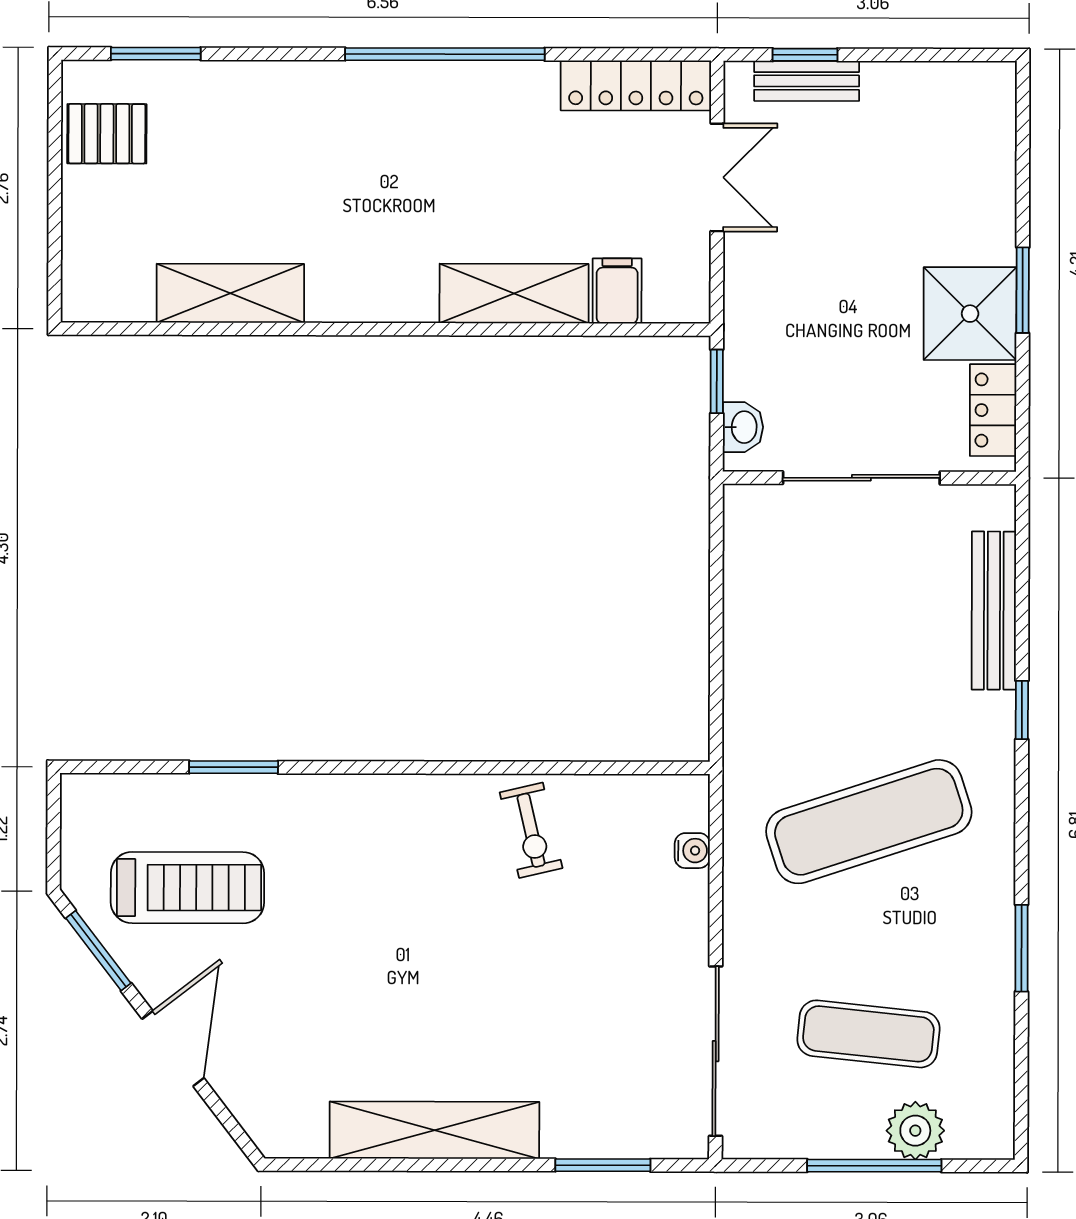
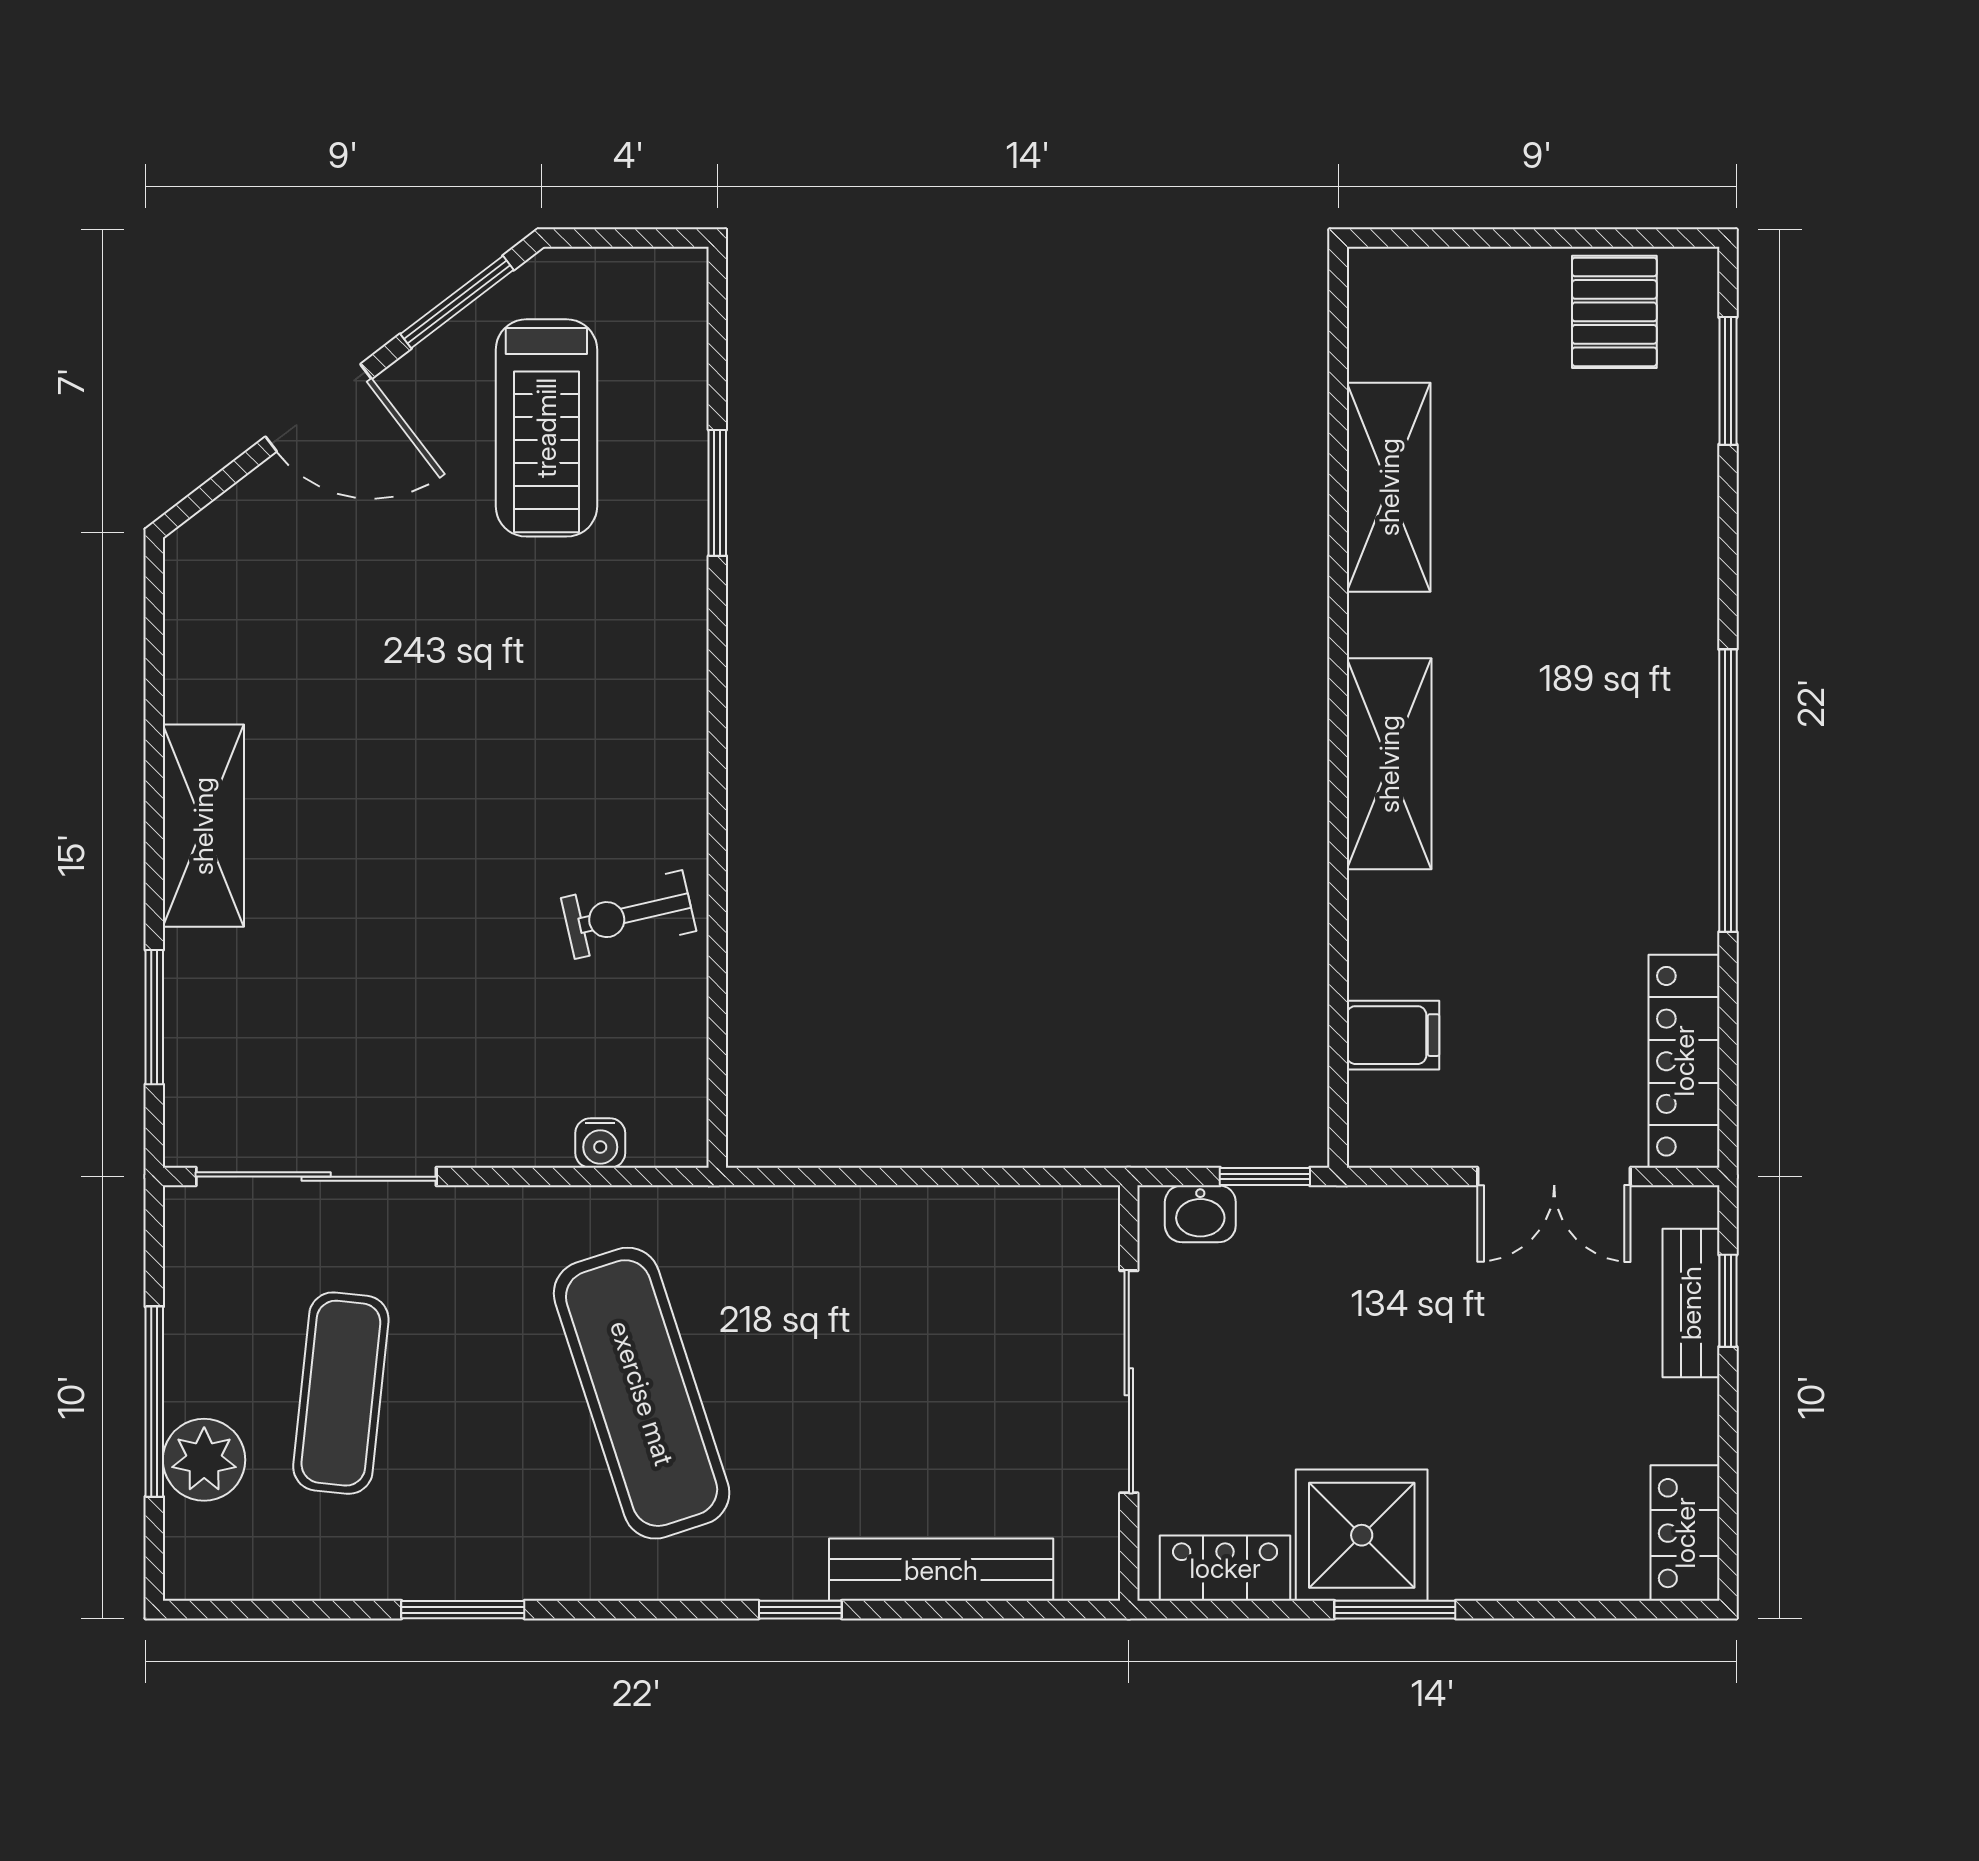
locker: (969, 85) -> (1685, 1533), added
shelving: (514, 293) -> (1389, 764), moved
shelving: (434, 1130) -> (203, 826), width x0.68

